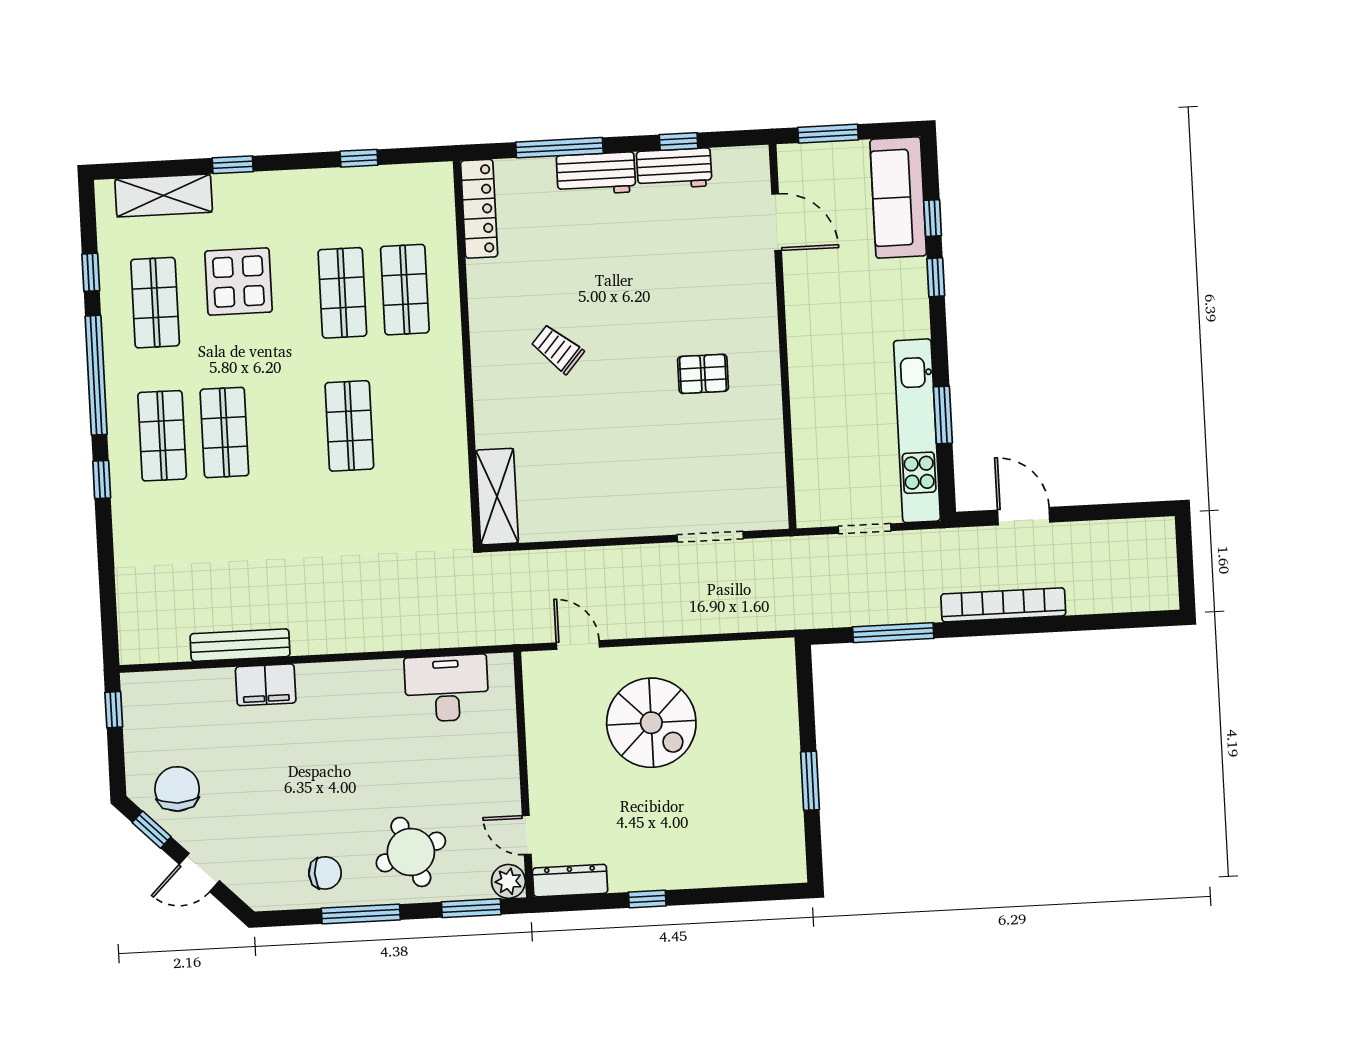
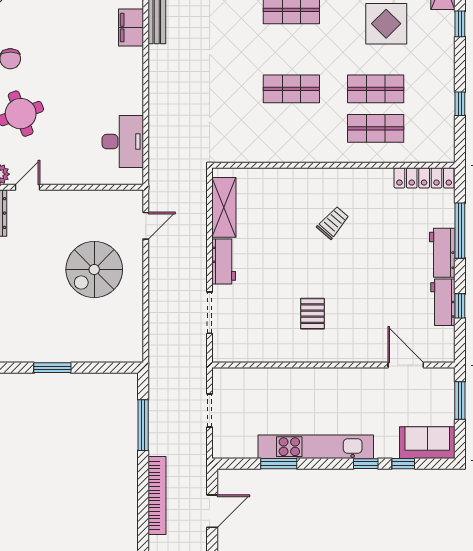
sofa: (898, 198) -> (427, 443), width x0.73
door: (777, 222) -> (406, 365), swing flipped
kitchen unit: (917, 431) -> (316, 447), moved
shelving: (497, 497) -> (224, 207), moved, turned 90
workbench: (628, 519) -> (224, 262), added

